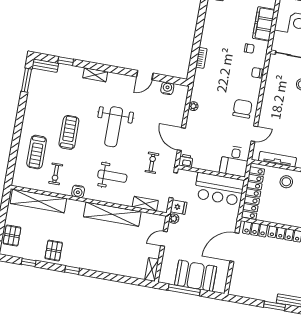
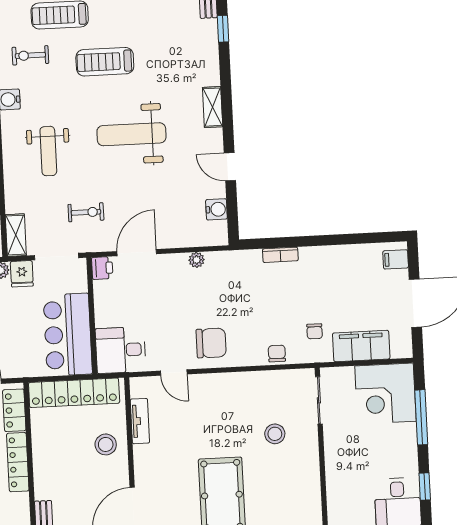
shelving: (95, 75) -> (213, 107), moved
treadmill: (69, 132) -> (105, 62), turned 180
tv unit: (277, 159) -> (140, 421), width x0.71
shelving: (145, 204) -> (16, 235), moved

